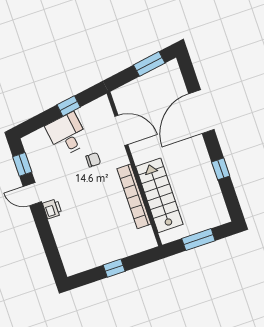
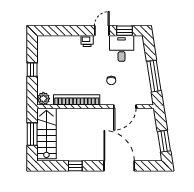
window: (69, 106) -> (154, 76), width x2.17
desk: (67, 134) -> (122, 48), moved, turned -81
stairs: (159, 195) -> (46, 133), moved, turned -90
plant: (147, 241) -> (43, 99), added

